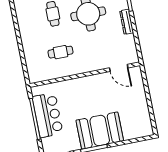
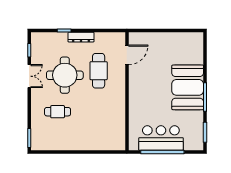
cafe table: (60, 52) -> (99, 71), moved, width x1.37, depth x1.35

